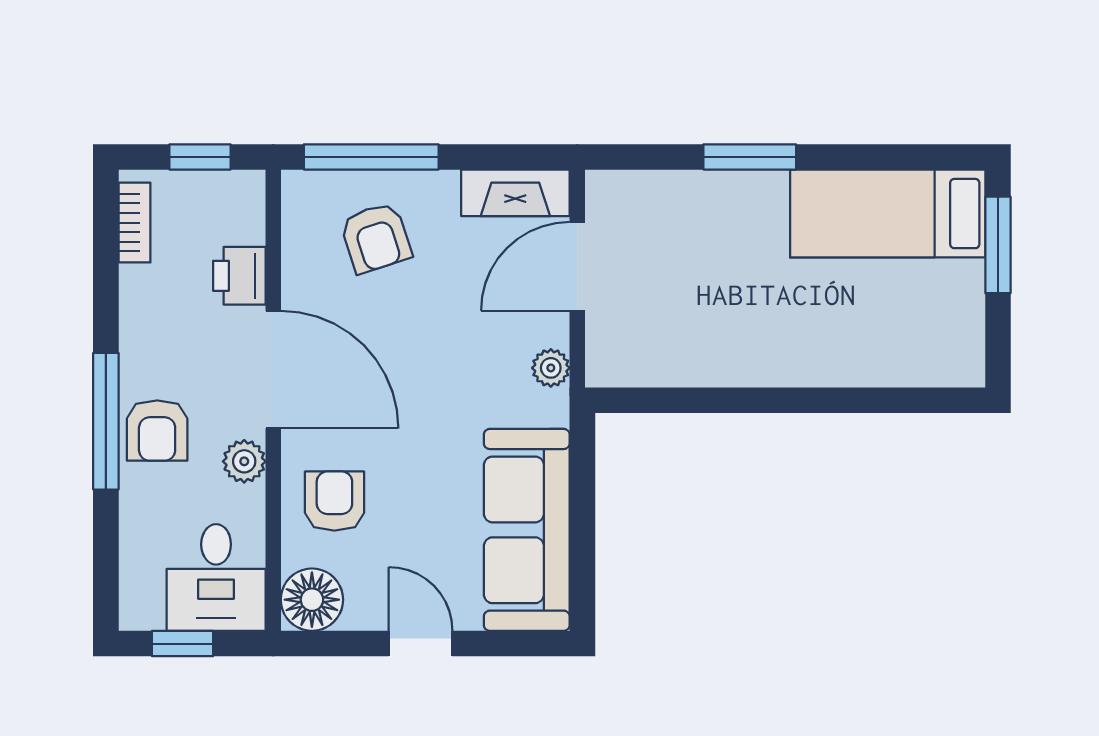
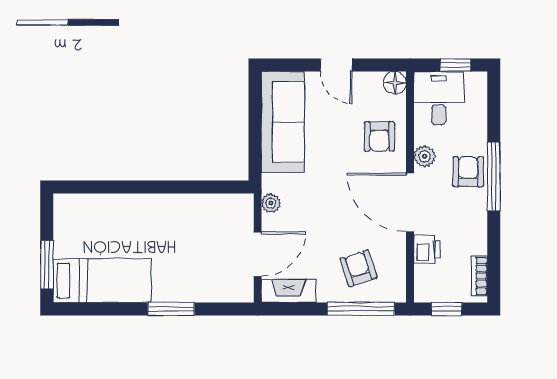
floor lamp: (312, 600) -> (395, 83), width x0.73, depth x0.73

